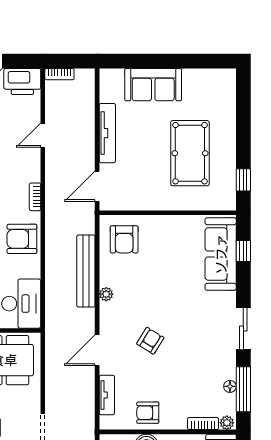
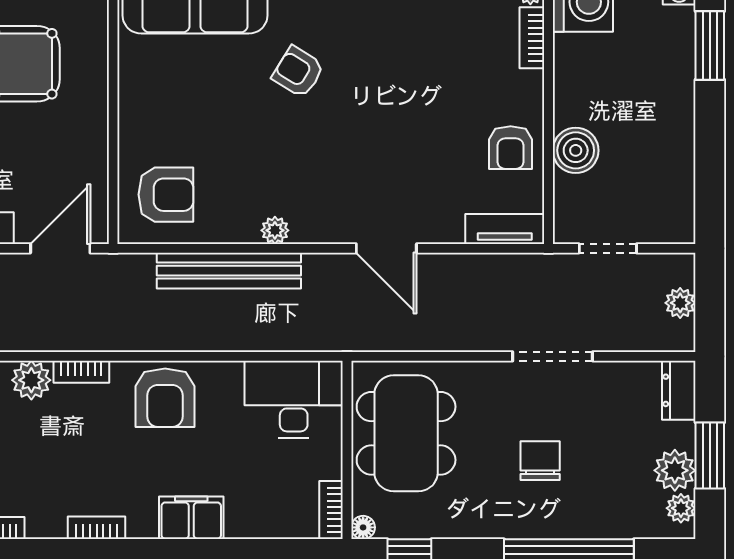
plant: (31, 172) -> (31, 380), added
door: (97, 186) -> (60, 248), swing flipped
armchair: (150, 341) -> (298, 72), moved
tv unit: (107, 395) -> (505, 229), moved

